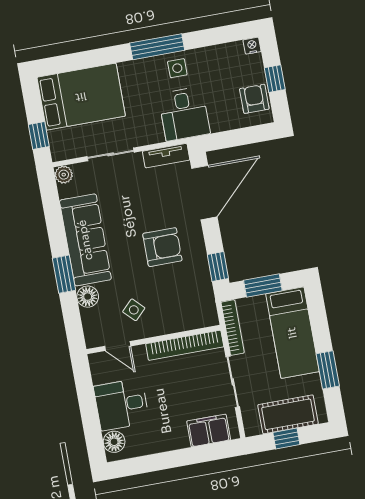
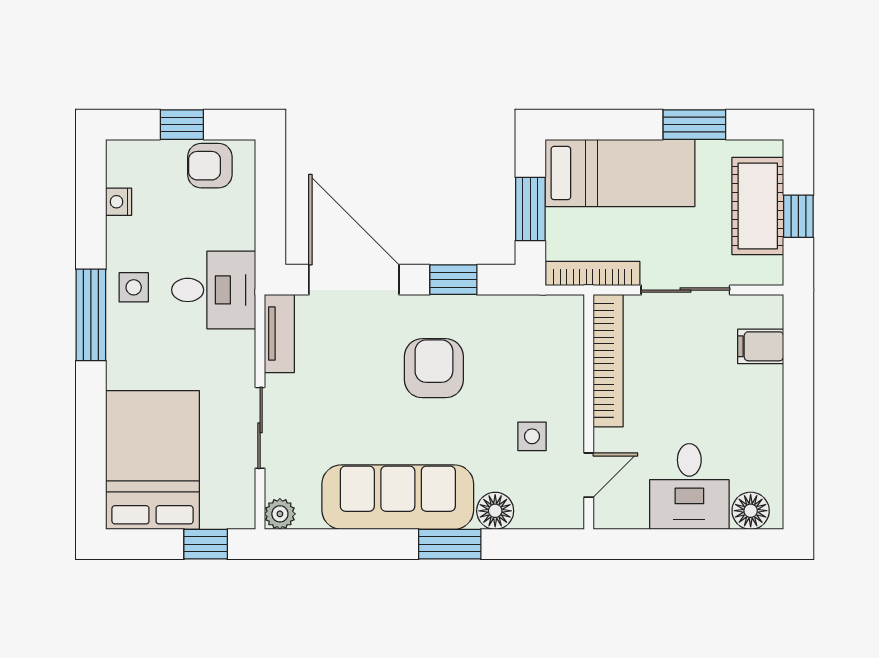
nightstand: (252, 46) -> (119, 202), moved
window: (218, 267) -> (453, 280), moved
side table: (134, 310) -> (532, 436), turned 45
filing cabinet: (209, 430) -> (761, 346), width x0.50

